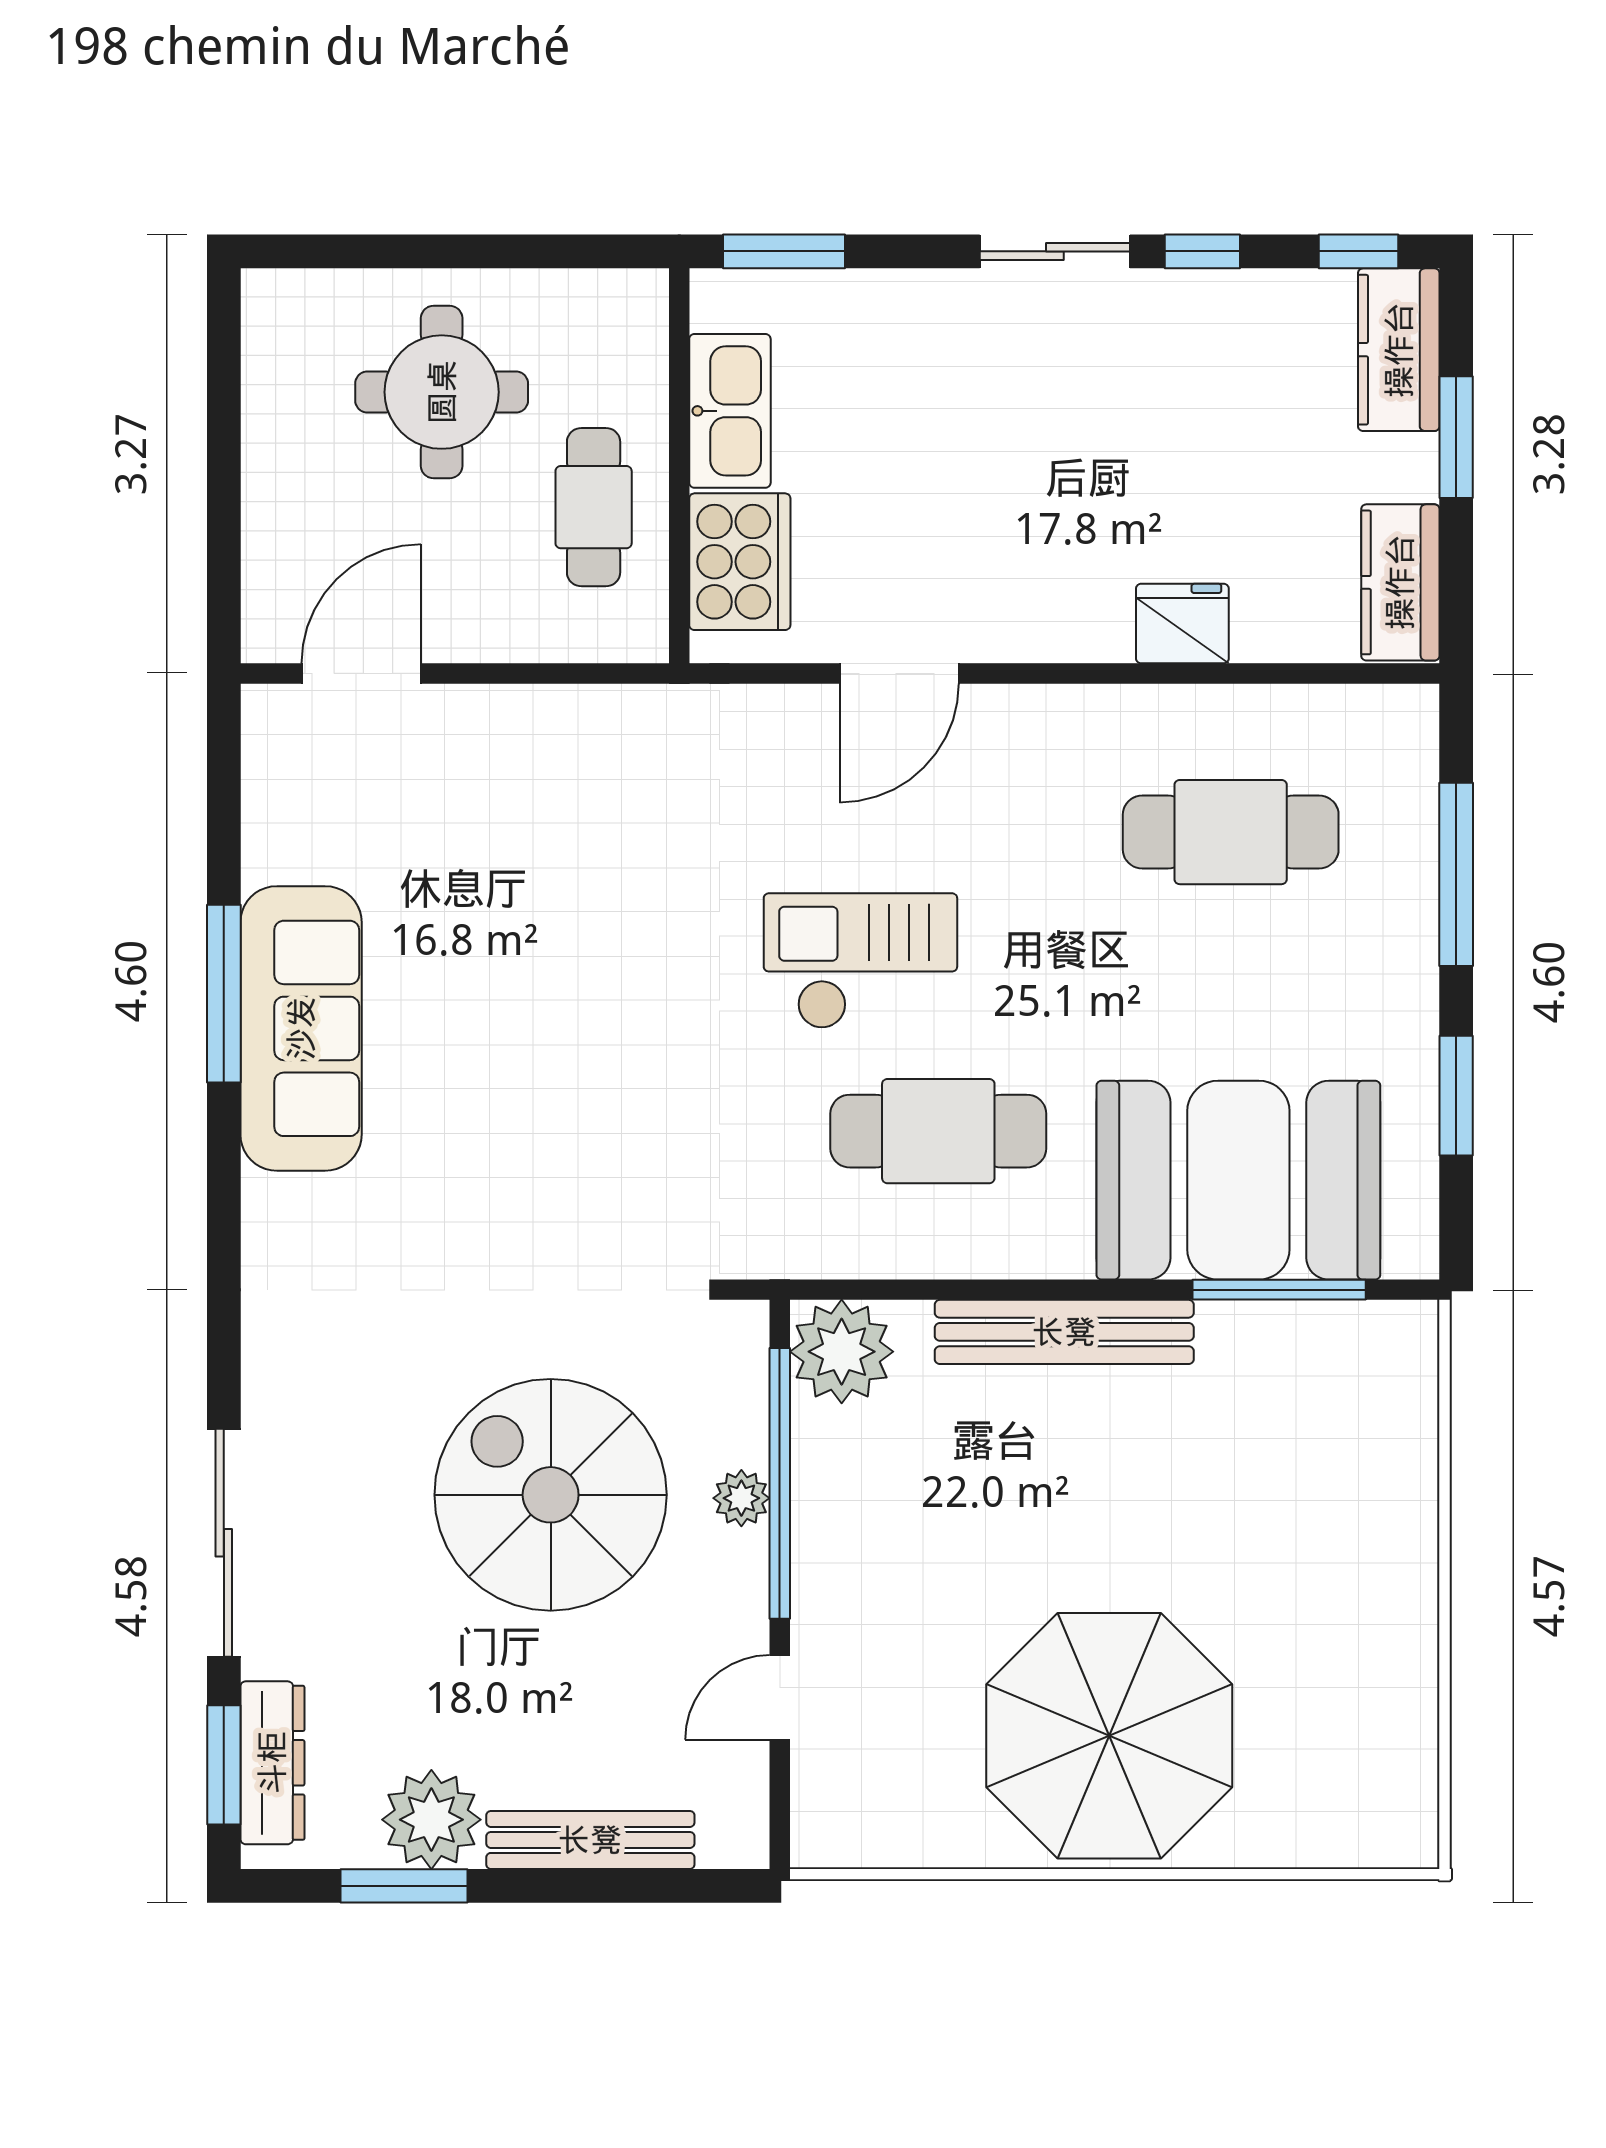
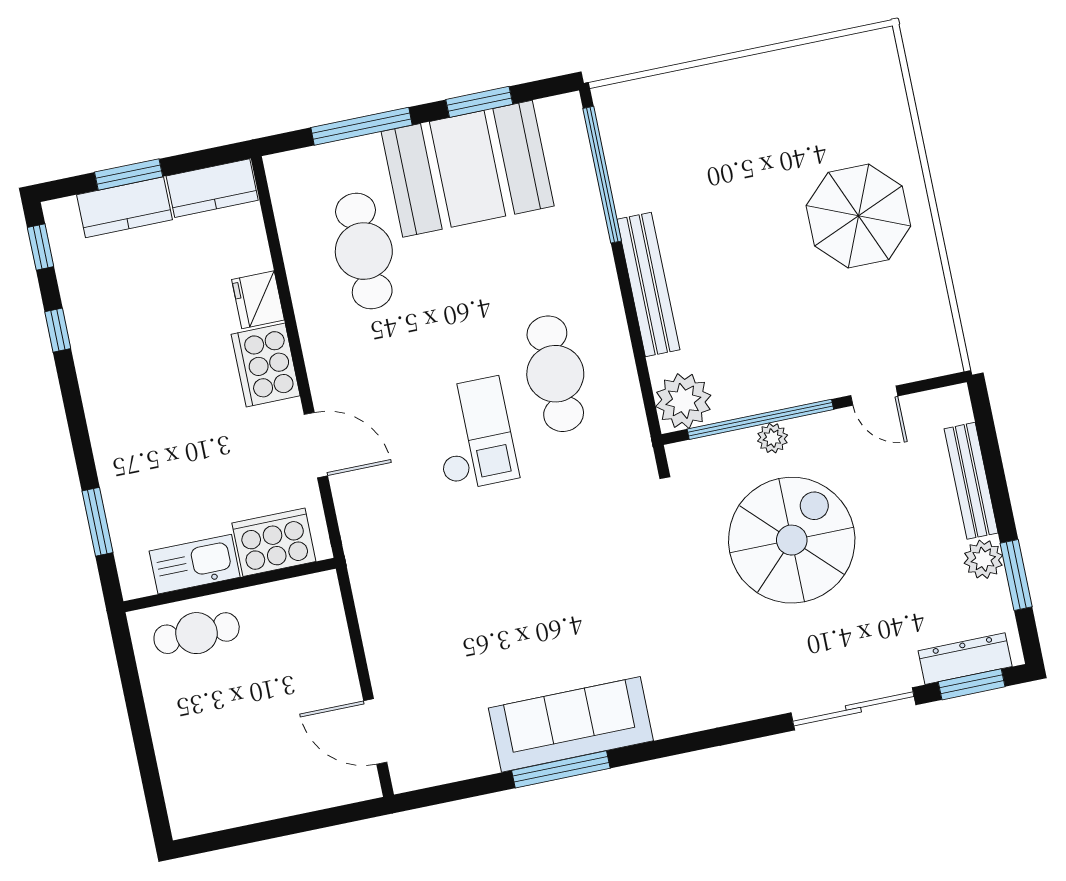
window: (784, 251) -> (97, 522), moved
sliding door: (1055, 251) -> (74, 409), removed
kitchen counter: (1399, 350) -> (124, 207), moved
round table: (442, 392) -> (216, 720), removed
cafe table: (594, 507) -> (197, 633), moved
cooker: (1062, 613) -> (266, 365), added
checkout: (860, 961) -> (473, 434), turned 180
booth: (1238, 1180) -> (468, 169), moved, turned 90
window: (1279, 1290) -> (602, 175), width x1.46
spiral stairs: (551, 1495) -> (792, 540), turned 180
parasol: (1109, 1736) -> (858, 216), width x0.73, depth x0.73
plant: (431, 1820) -> (983, 559), width x0.73, depth x0.73

